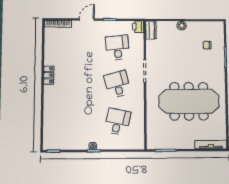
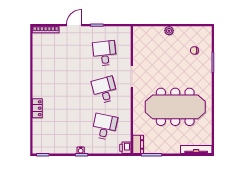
printer: (138, 27) -> (125, 148), moved
dresser: (151, 30) -> (138, 144), moved
locker: (49, 75) -> (37, 108), moved

